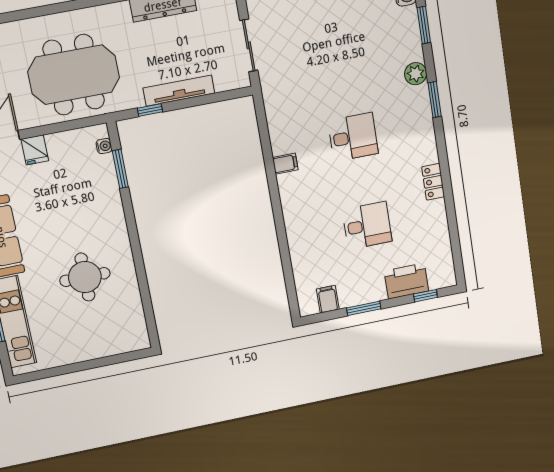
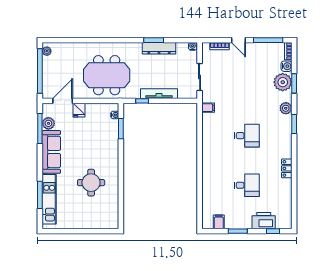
plant: (403, 27) -> (283, 82), added
filing cabinet: (285, 164) -> (208, 108), moved

